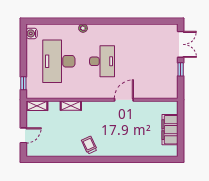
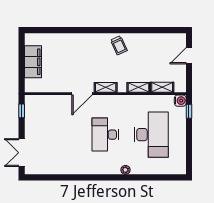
water cooler: (32, 33) -> (180, 101), moved
window: (181, 69) -> (22, 111), moved
shelving: (37, 106) -> (162, 87), moved
shelving: (102, 106) -> (106, 87), added

